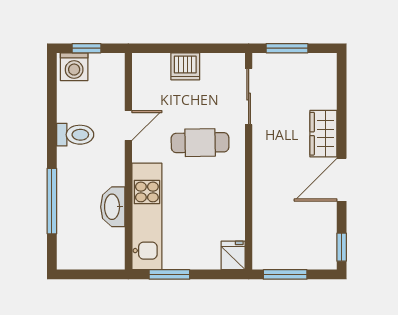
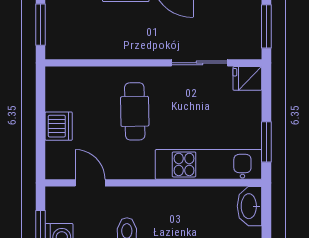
sliding door: (249, 97) -> (199, 63), moved
door: (128, 125) -> (90, 183), moved
washbasin: (113, 207) -> (250, 206), moved, turned 90

